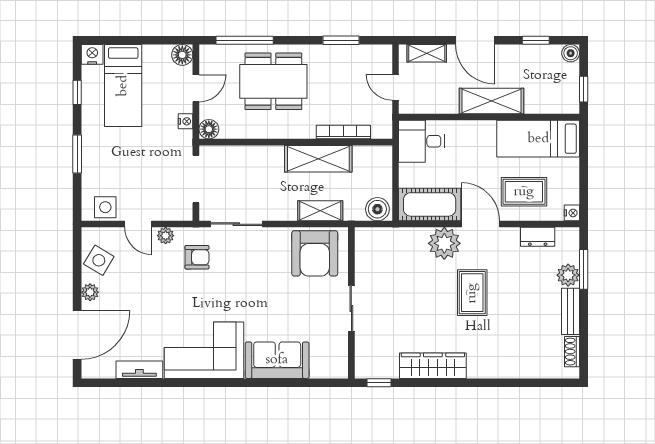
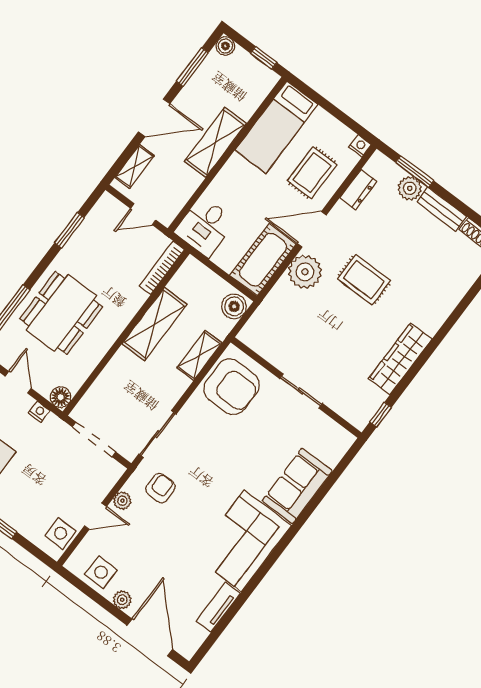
window: (536, 40) -> (192, 67), width x1.50
bookcase: (343, 132) -> (162, 268), moved
side table: (99, 260) -> (101, 572), turned -31

